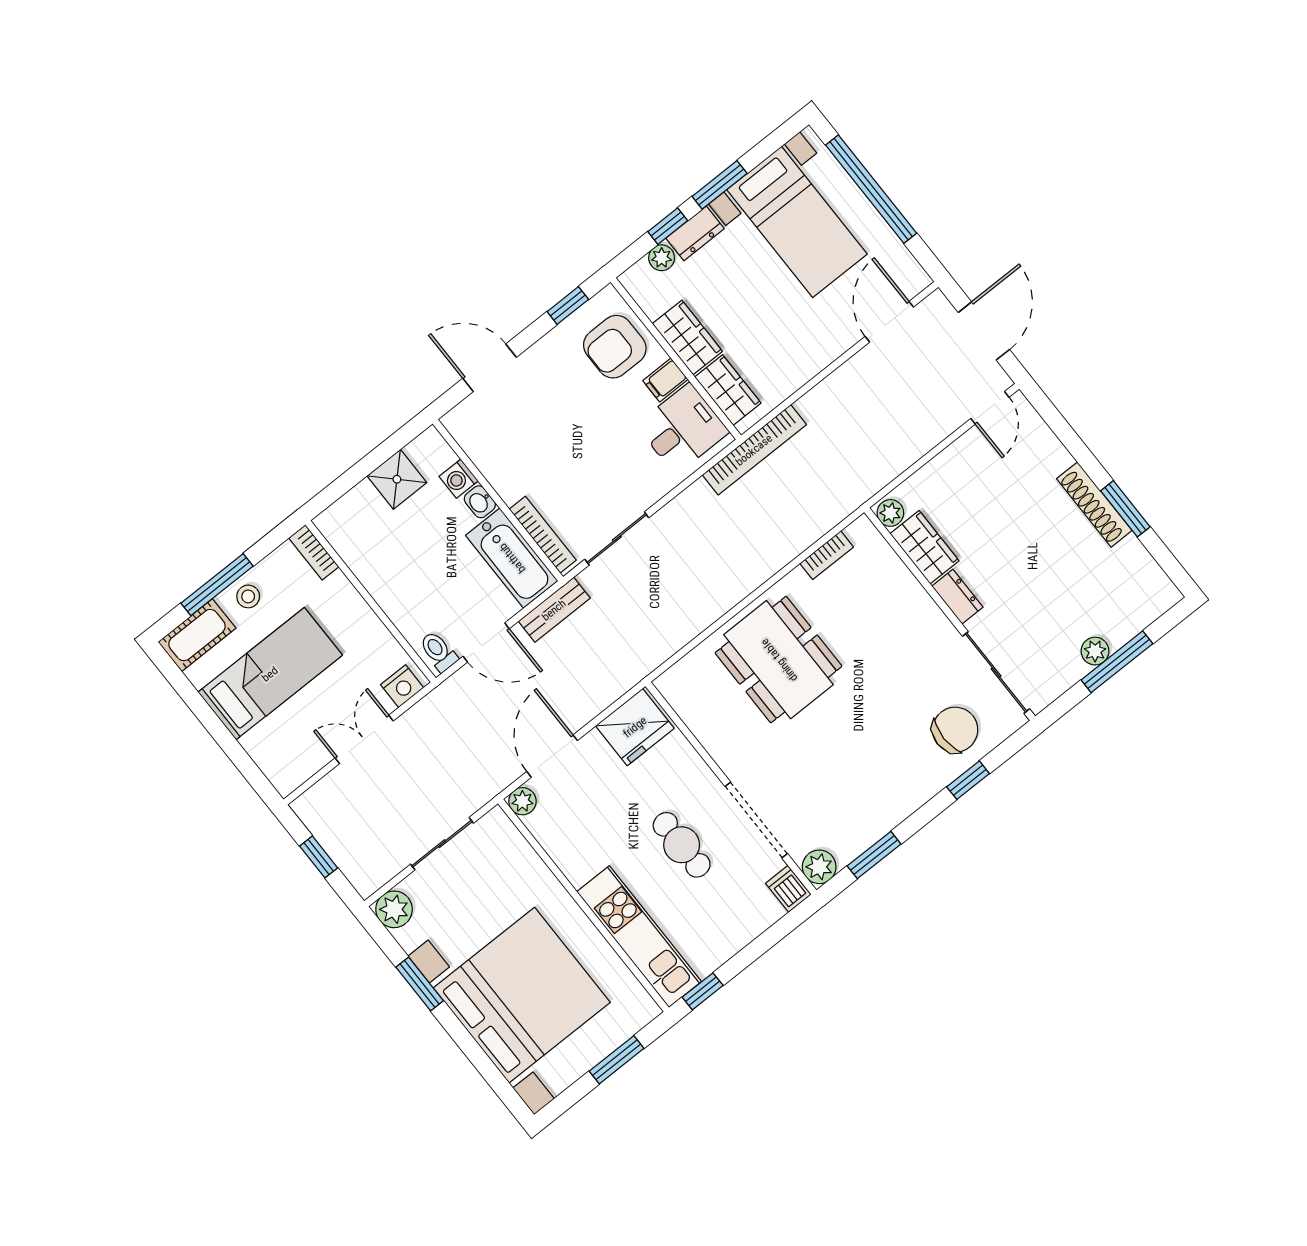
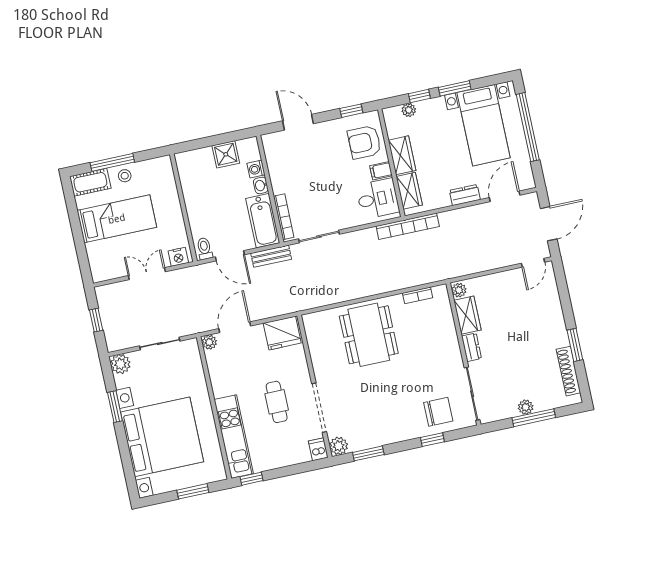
dresser: (695, 233) -> (465, 195), moved, turned 180
shoe rack: (1094, 505) -> (568, 371), moved
bookcase: (314, 552) -> (167, 170), removed

